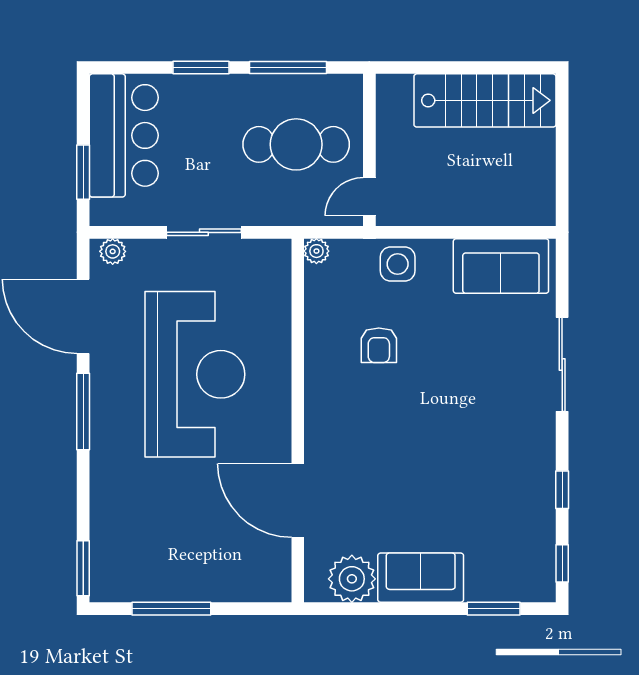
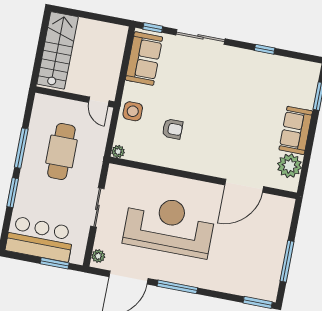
wall: (369, 150) -> (75, 97), moved
door: (369, 197) -> (99, 102), moved
window: (562, 563) -> (153, 28), moved

